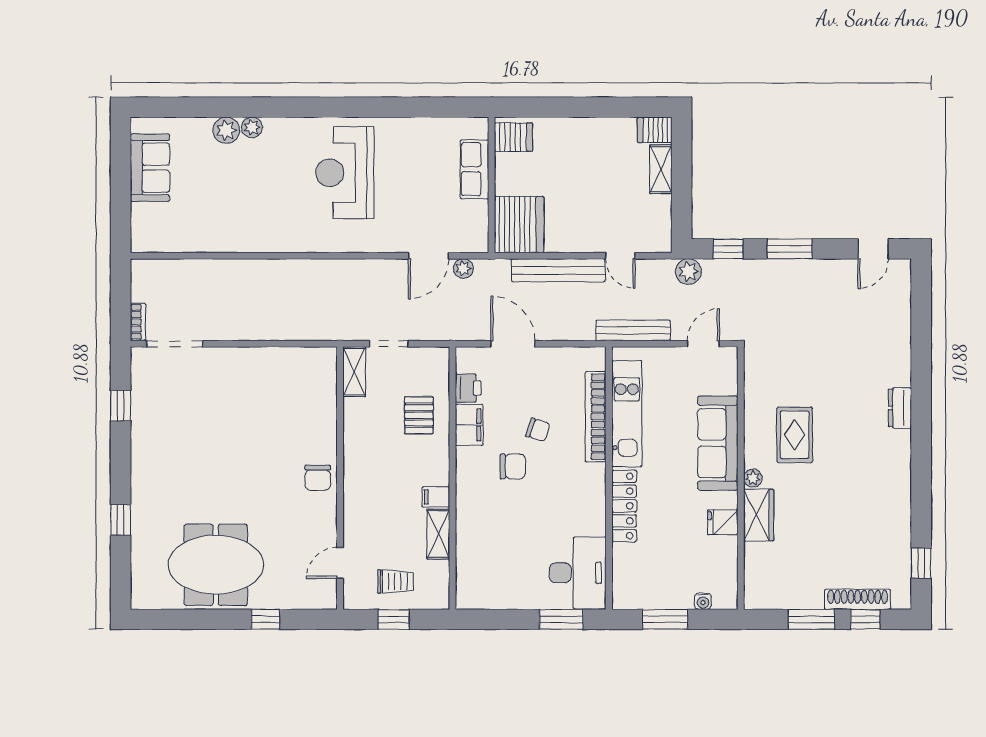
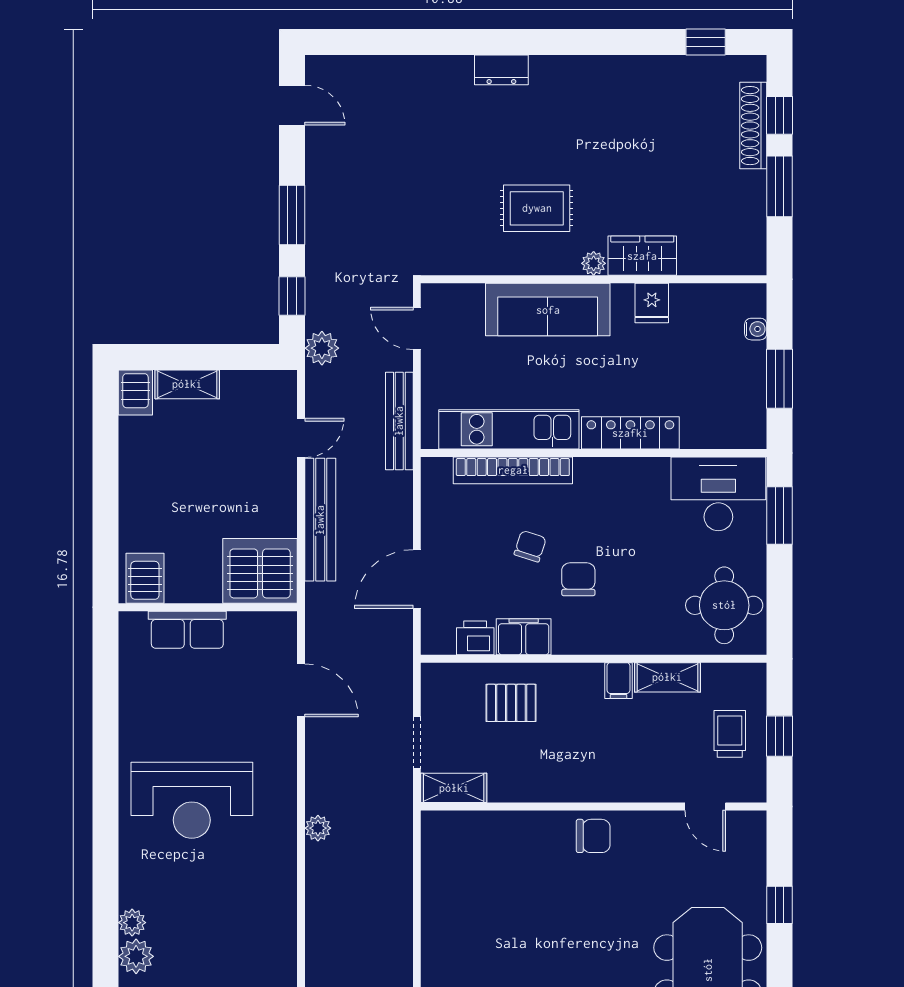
plant: (463, 269) -> (318, 828), moved
round table: (493, 577) -> (724, 605), added

